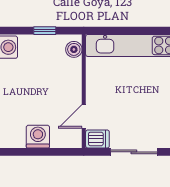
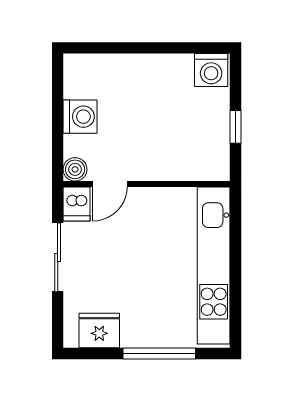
boiler: (74, 49) -> (75, 169), moved
door: (84, 116) -> (110, 184), swing flipped

